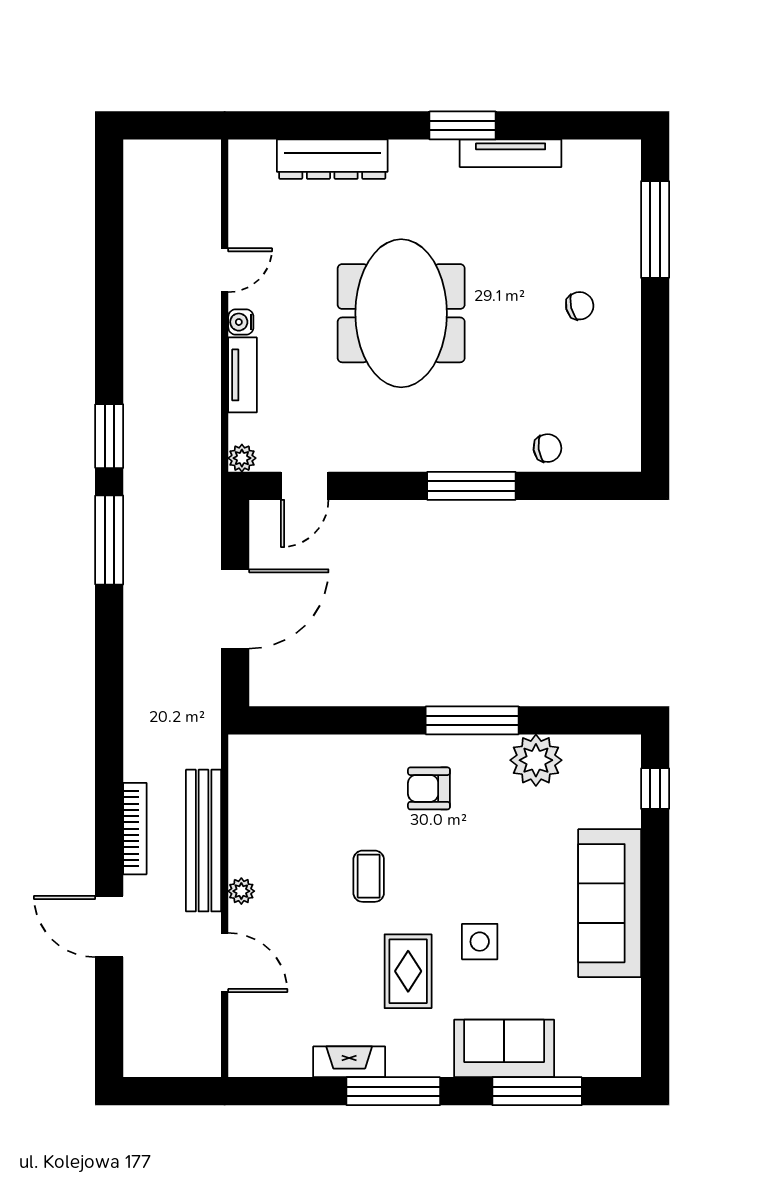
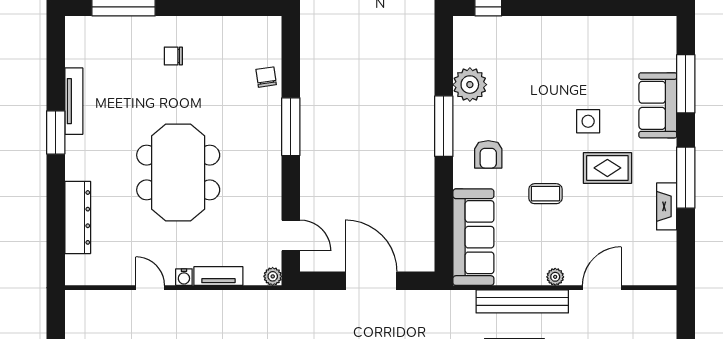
chair: (580, 306) -> (173, 56), turned -76
meeting table: (401, 313) -> (178, 172), turned 90
sofa: (610, 903) -> (473, 237), moved, turned -90

